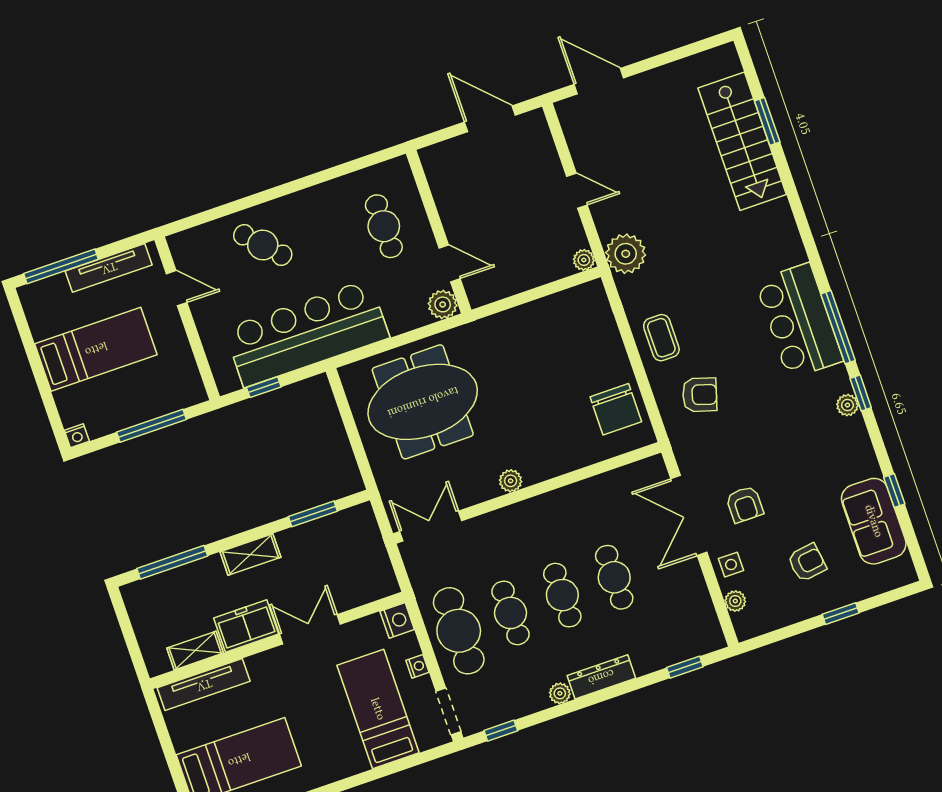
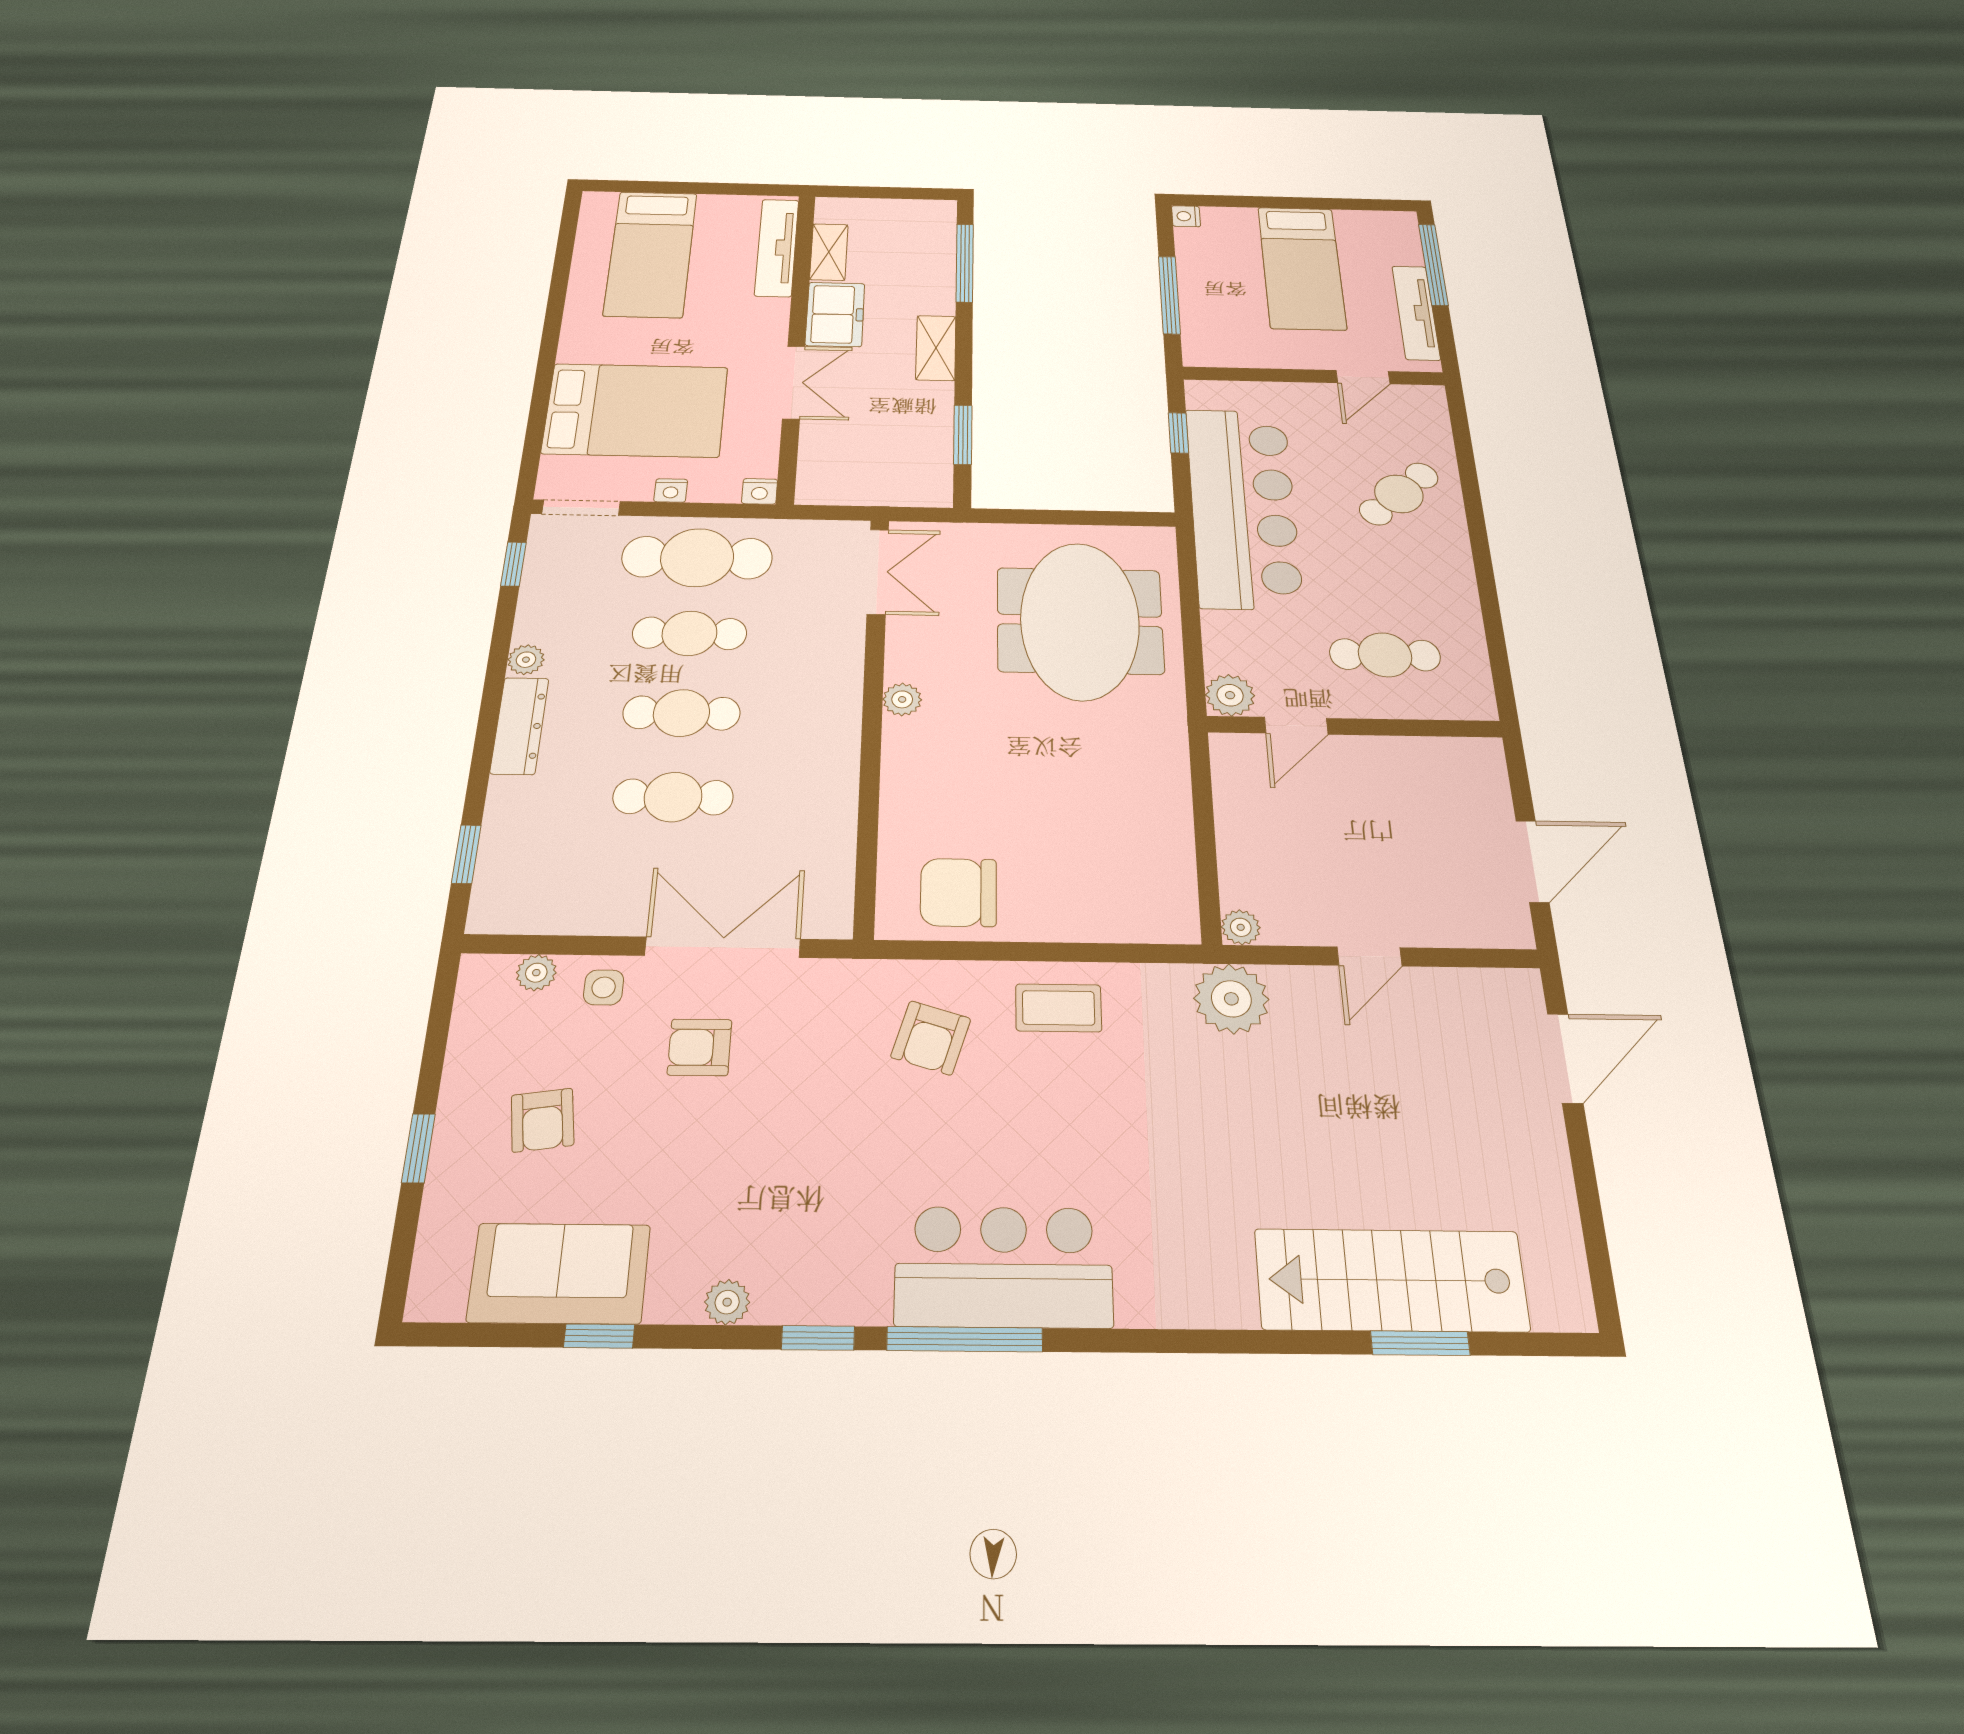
plant: (847, 405) -> (727, 1302), moved
nightstand: (397, 620) -> (760, 491), width x0.72, depth x0.74
bed: (378, 709) -> (636, 410), width x1.50

